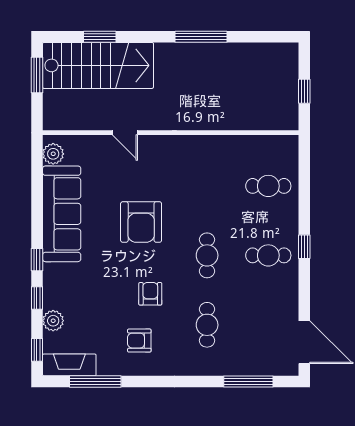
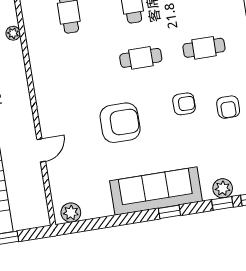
plant: (255, 123) -> (13, 33), added
sofa: (62, 214) -> (156, 191), moved
armchair: (150, 294) -> (184, 104), turned 180
window: (37, 298) -> (222, 203), moved

